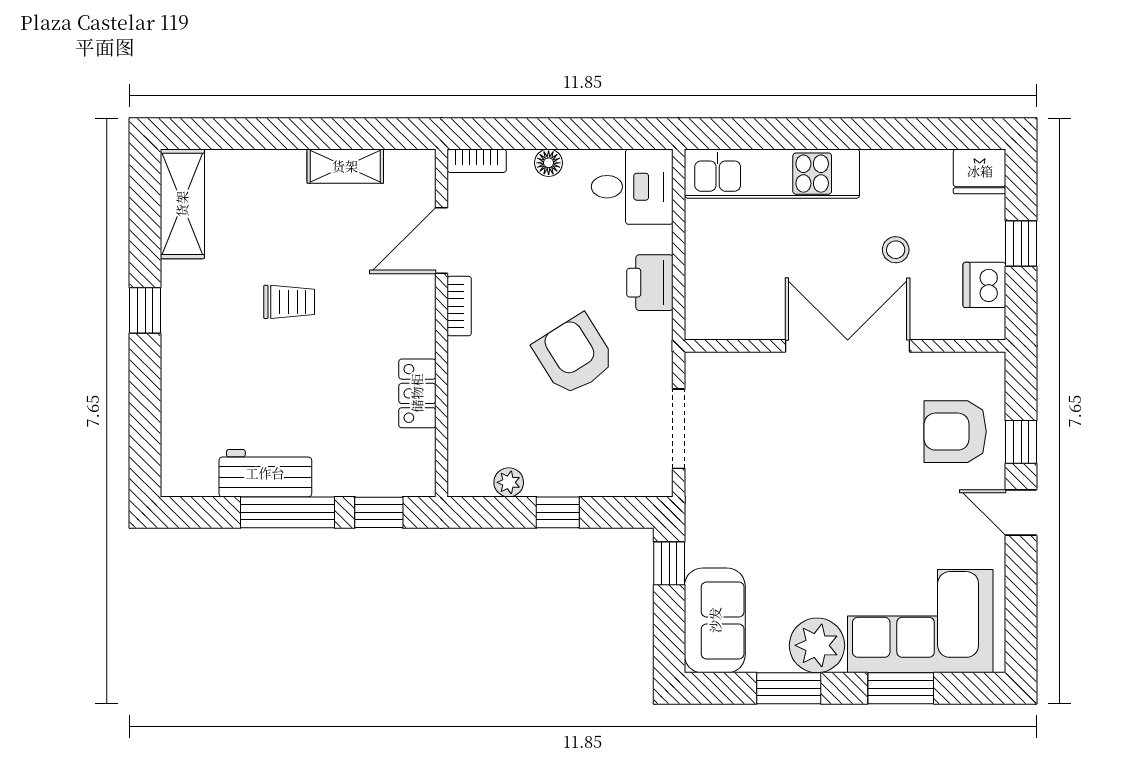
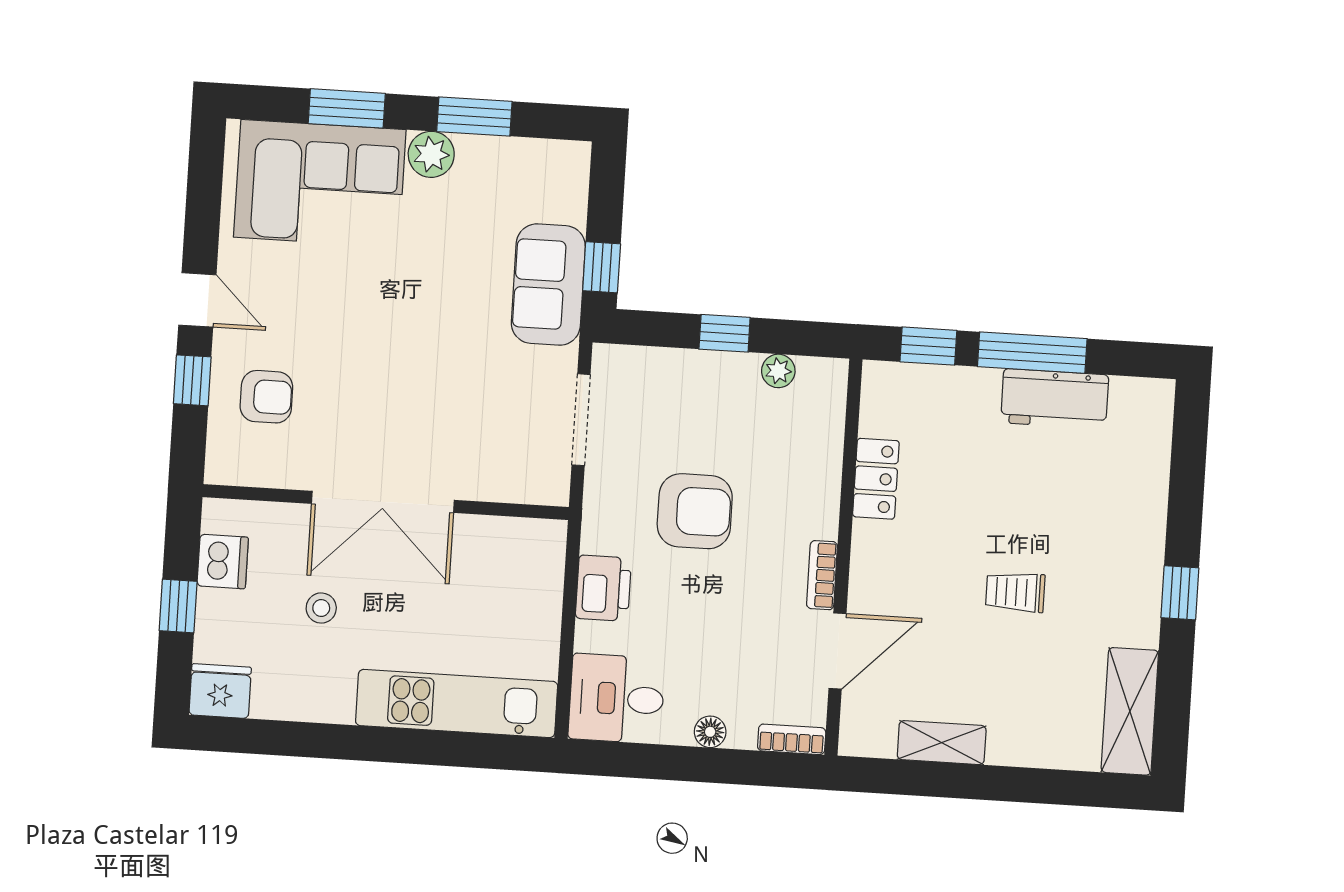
armchair: (574, 355) -> (695, 511), turned -58
armchair: (955, 432) -> (266, 397), width x0.72, depth x0.72
sofa: (715, 620) -> (548, 285), moved
plant: (817, 645) -> (431, 154), width x0.73, depth x0.73

